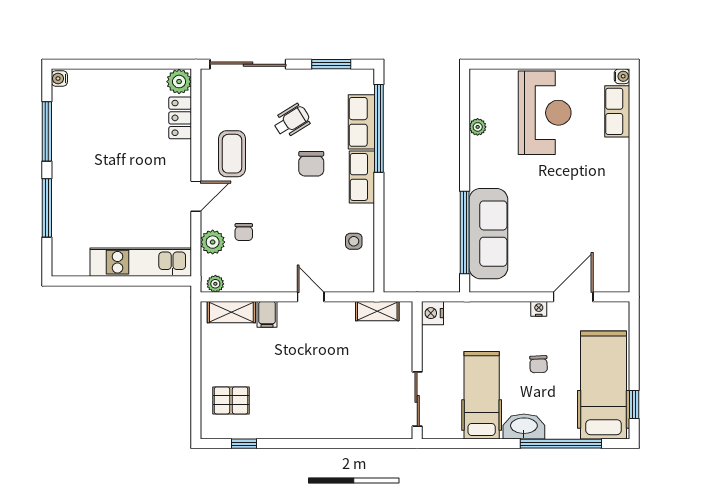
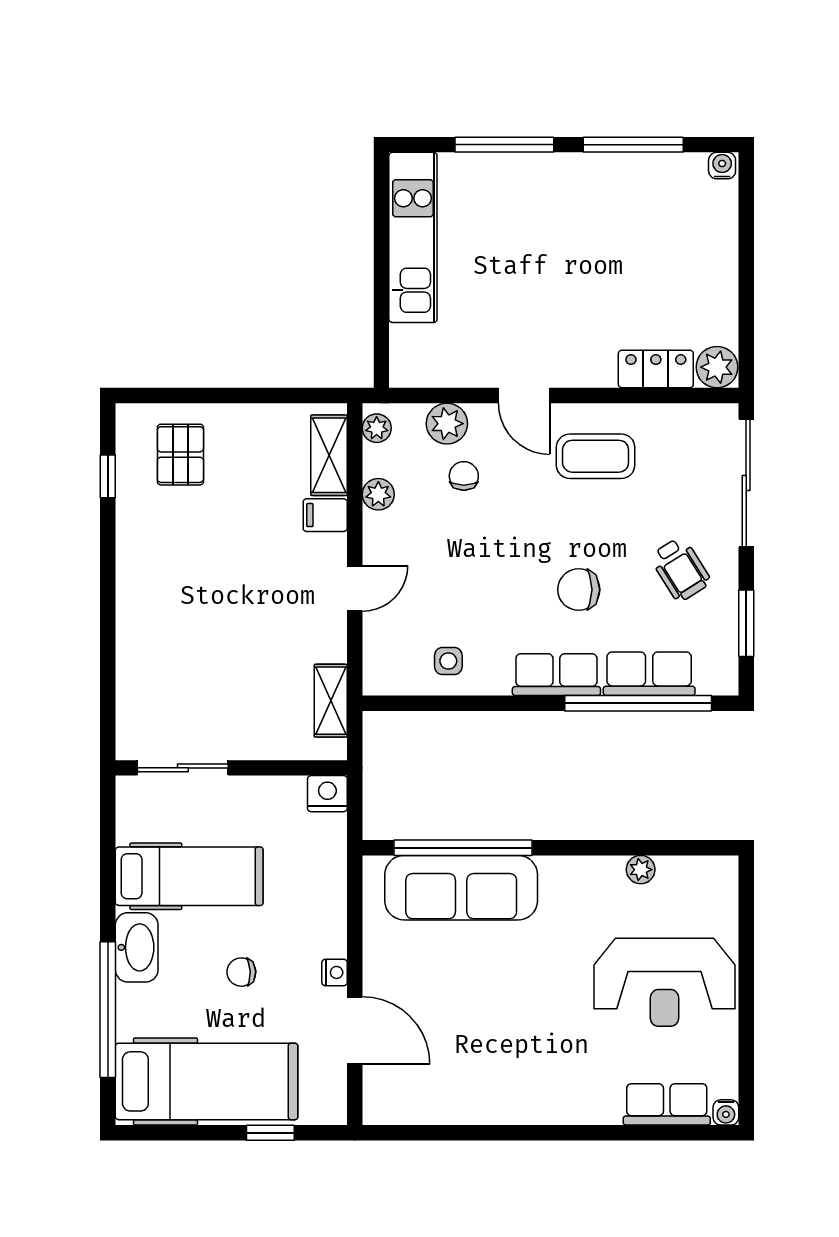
wheelchair: (292, 121) -> (680, 569), moved
chair: (244, 232) -> (464, 476), turned 90
kitchen unit: (141, 262) -> (413, 237), moved
plant: (255, 283) -> (378, 494), added
window: (634, 404) -> (270, 1133), moved

